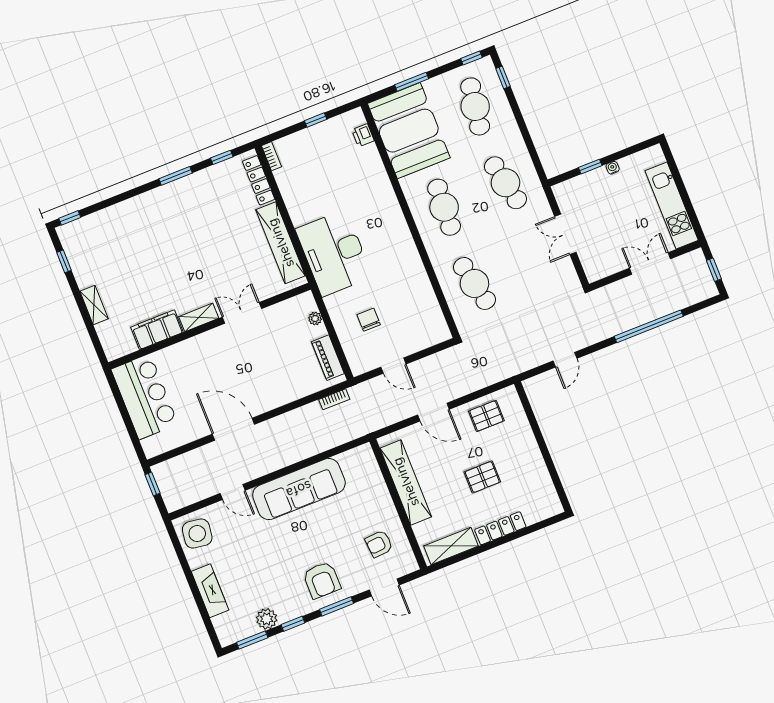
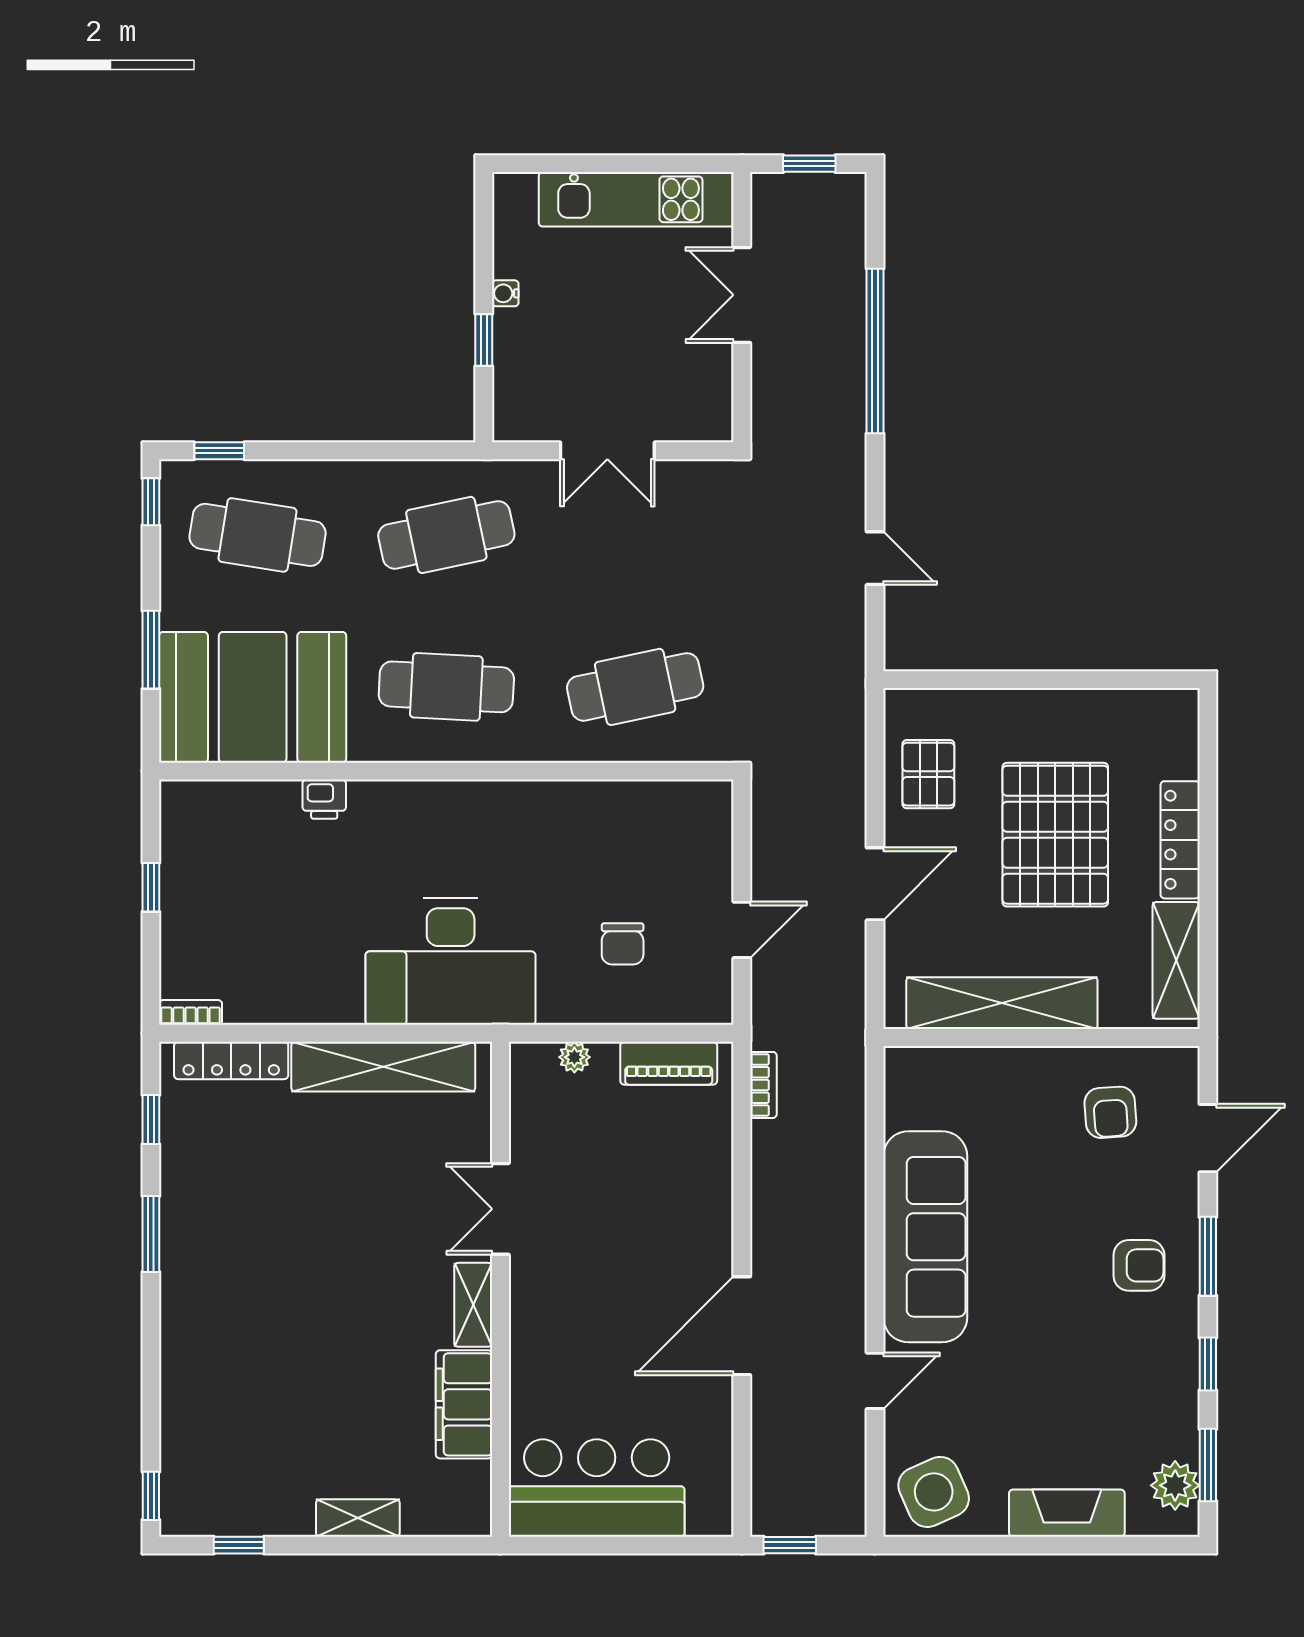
printer: (363, 135) -> (324, 799), moved
chair: (369, 320) -> (623, 944), turned -90
pallet: (482, 477) -> (1055, 835), width x2.05, depth x2.00
side table: (197, 534) -> (934, 1492), turned -32
armchair: (322, 580) -> (1139, 1265), width x0.72, depth x0.72
plant: (267, 619) -> (1175, 1485), moved

